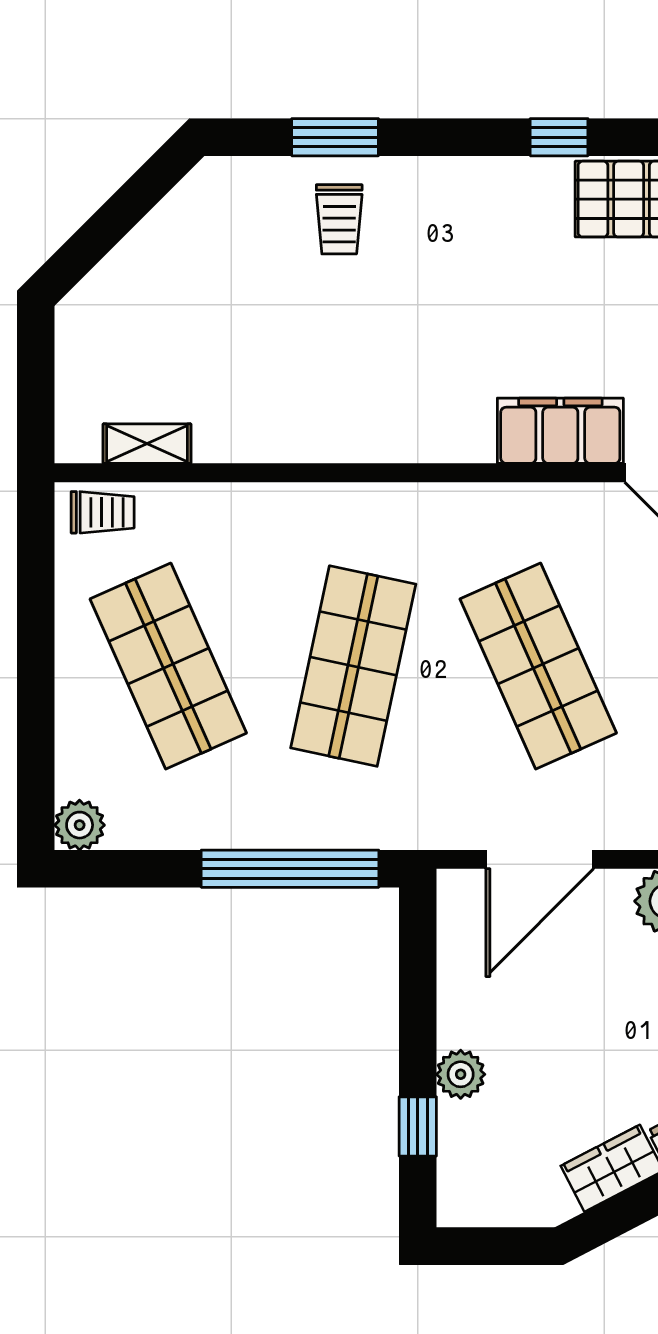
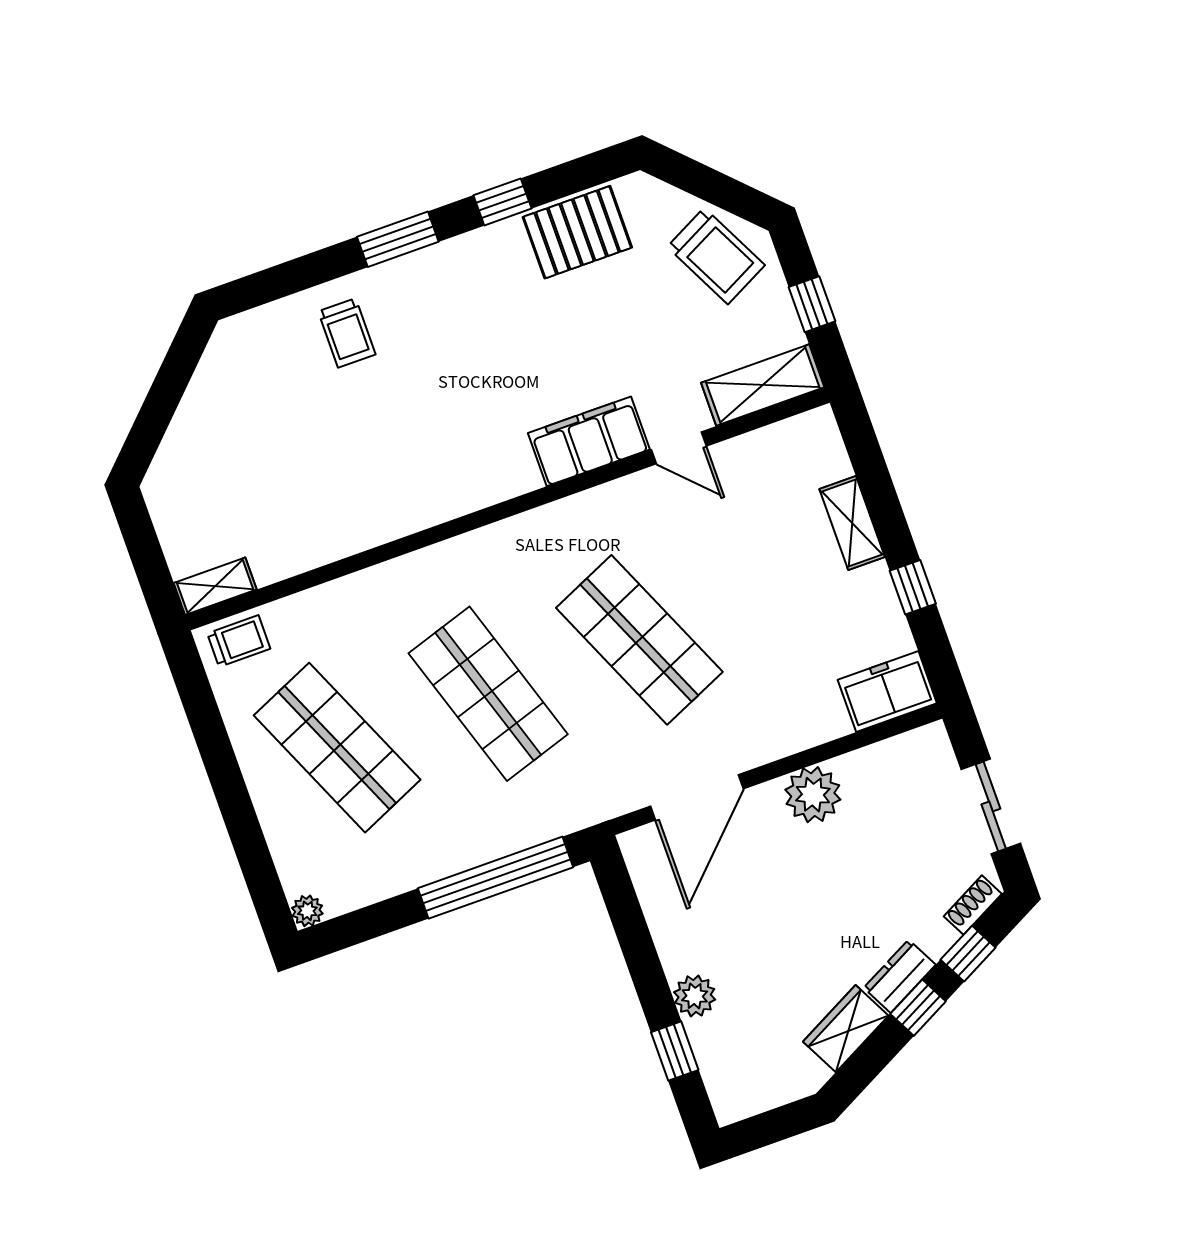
window: (335, 137) -> (398, 239), moved
shelving: (147, 444) -> (215, 586), moved
shop shelf: (353, 666) -> (488, 694), turned -30
plant: (80, 825) -> (307, 911), width x0.73, depth x0.73

